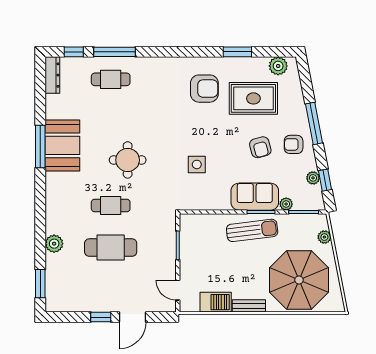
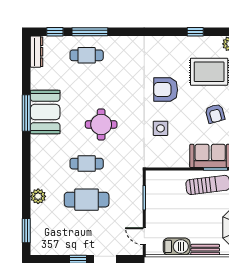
window: (237, 52) -> (195, 32), width x0.67
armchair: (204, 89) -> (166, 90), moved, turned 180

